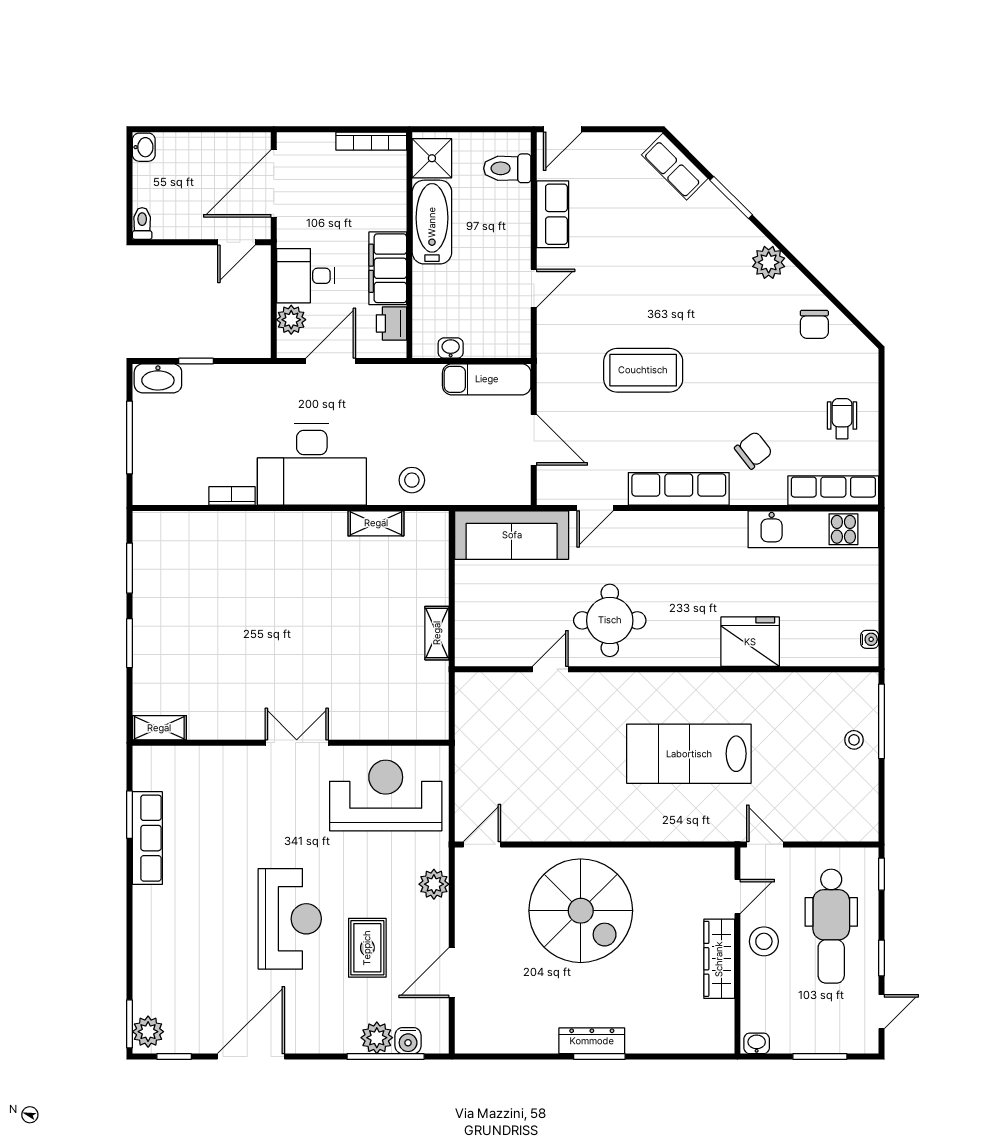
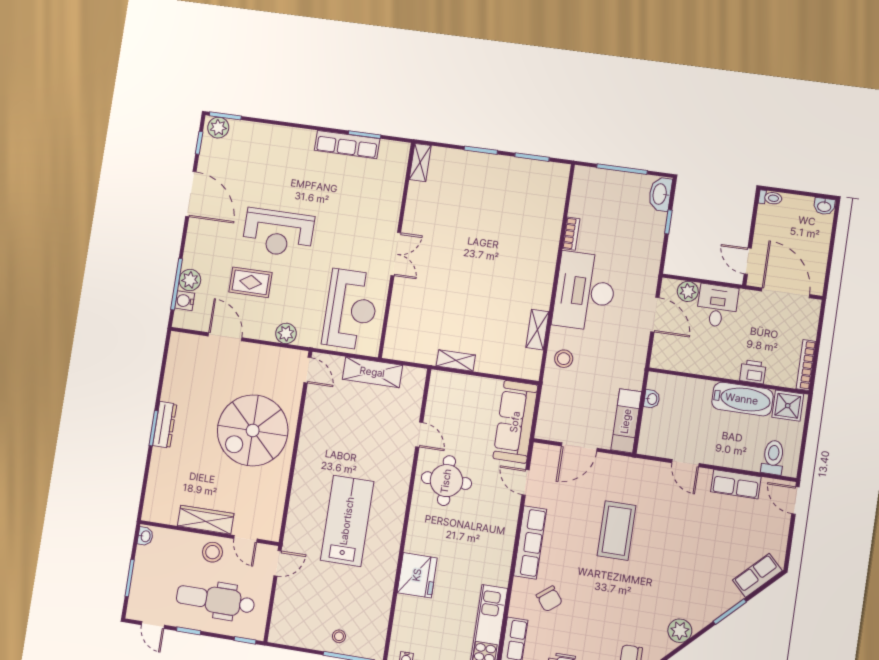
filing cabinet: (388, 268) -> (714, 364), removed
printer: (391, 323) -> (753, 372), moved
shelving: (471, 750) -> (372, 372), added

